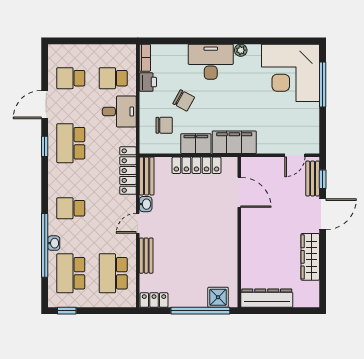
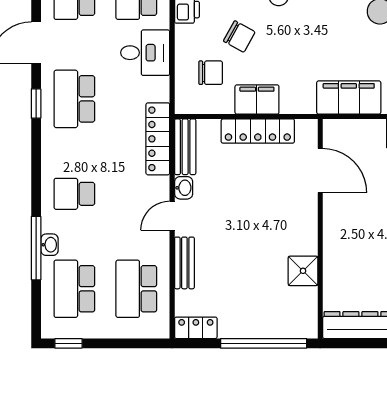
filing cabinet: (234, 142) -> (349, 97), moved
window: (45, 245) -> (36, 248), width x0.68
shower: (218, 297) -> (303, 271), moved

